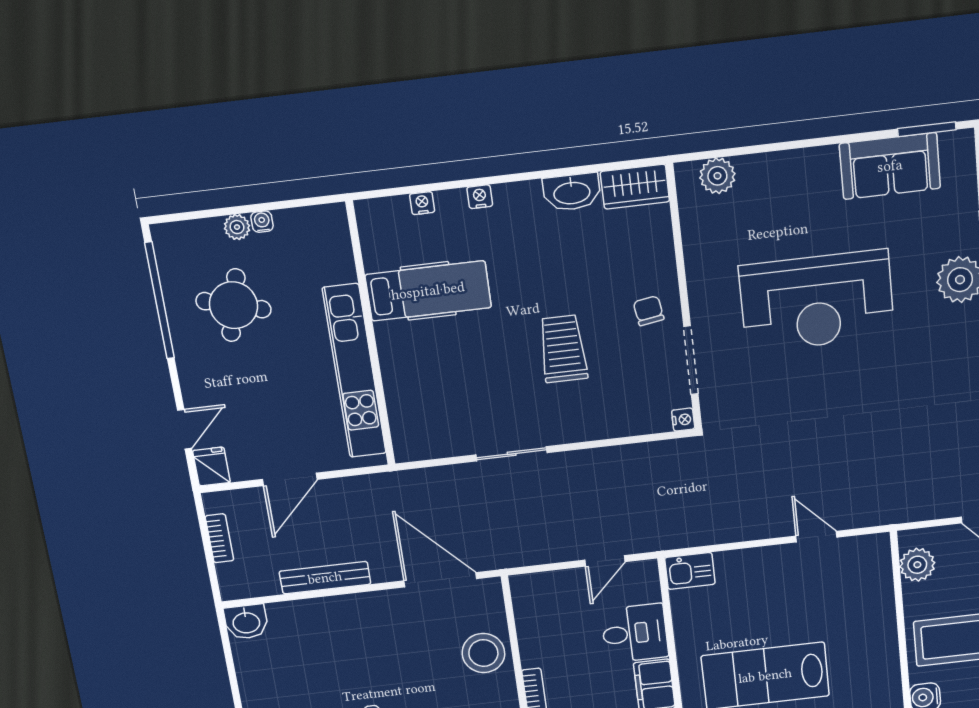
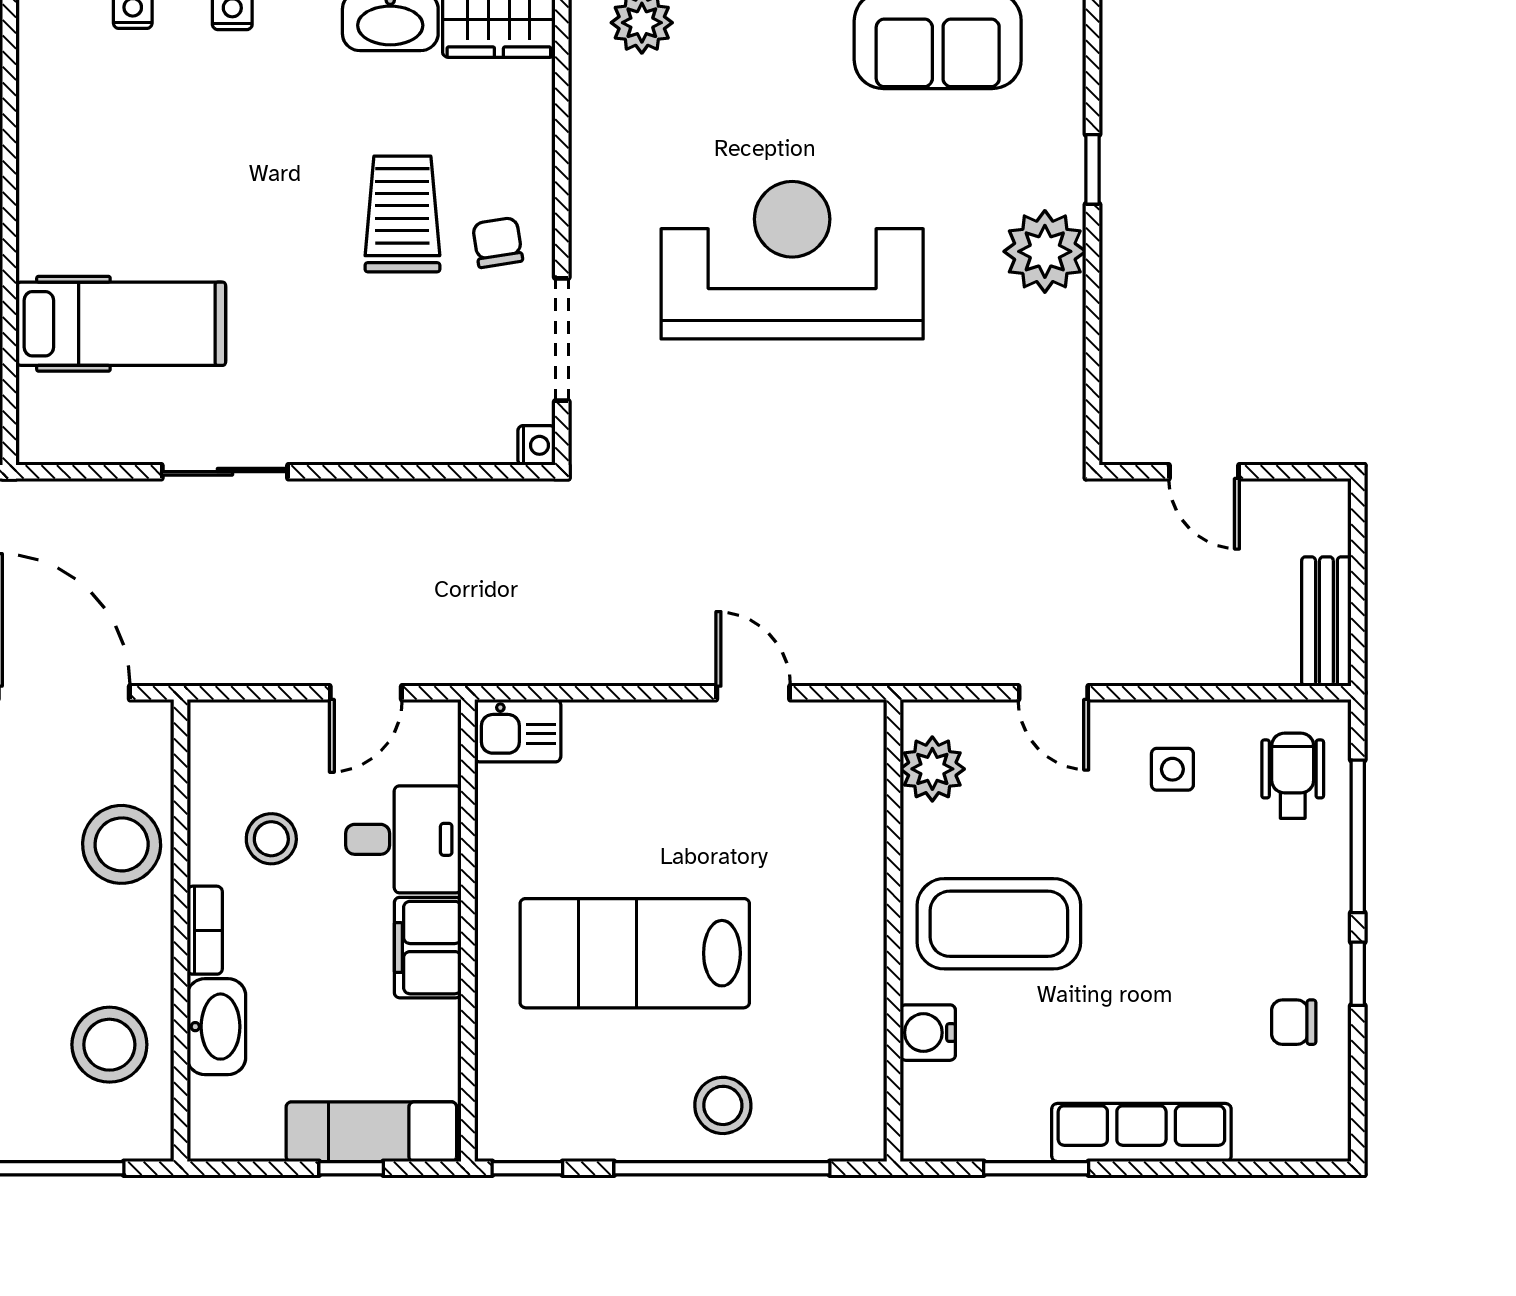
hospital bed: (428, 291) -> (121, 324), moved
reception desk: (817, 301) -> (792, 260), turned 180
trolley: (563, 349) -> (402, 214), moved
stool: (563, 641) -> (271, 839), added

